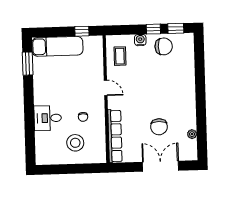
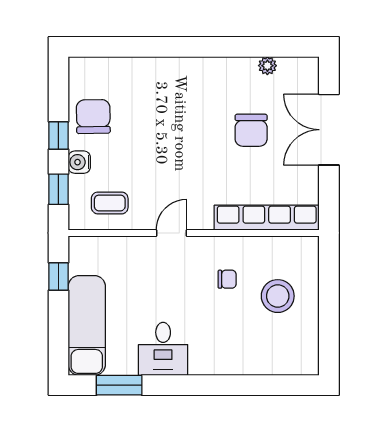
window: (176, 28) -> (58, 189), moved
desk: (48, 118) -> (163, 349), moved
chair: (159, 127) -> (251, 130), turned 90

